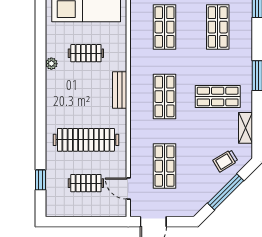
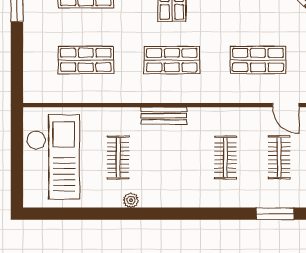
clothes rail: (86, 140) -> (225, 157), width x0.54, depth x0.76
window: (41, 180) -> (275, 214), width x1.50
door: (128, 188) -> (286, 105), hinge flipped

